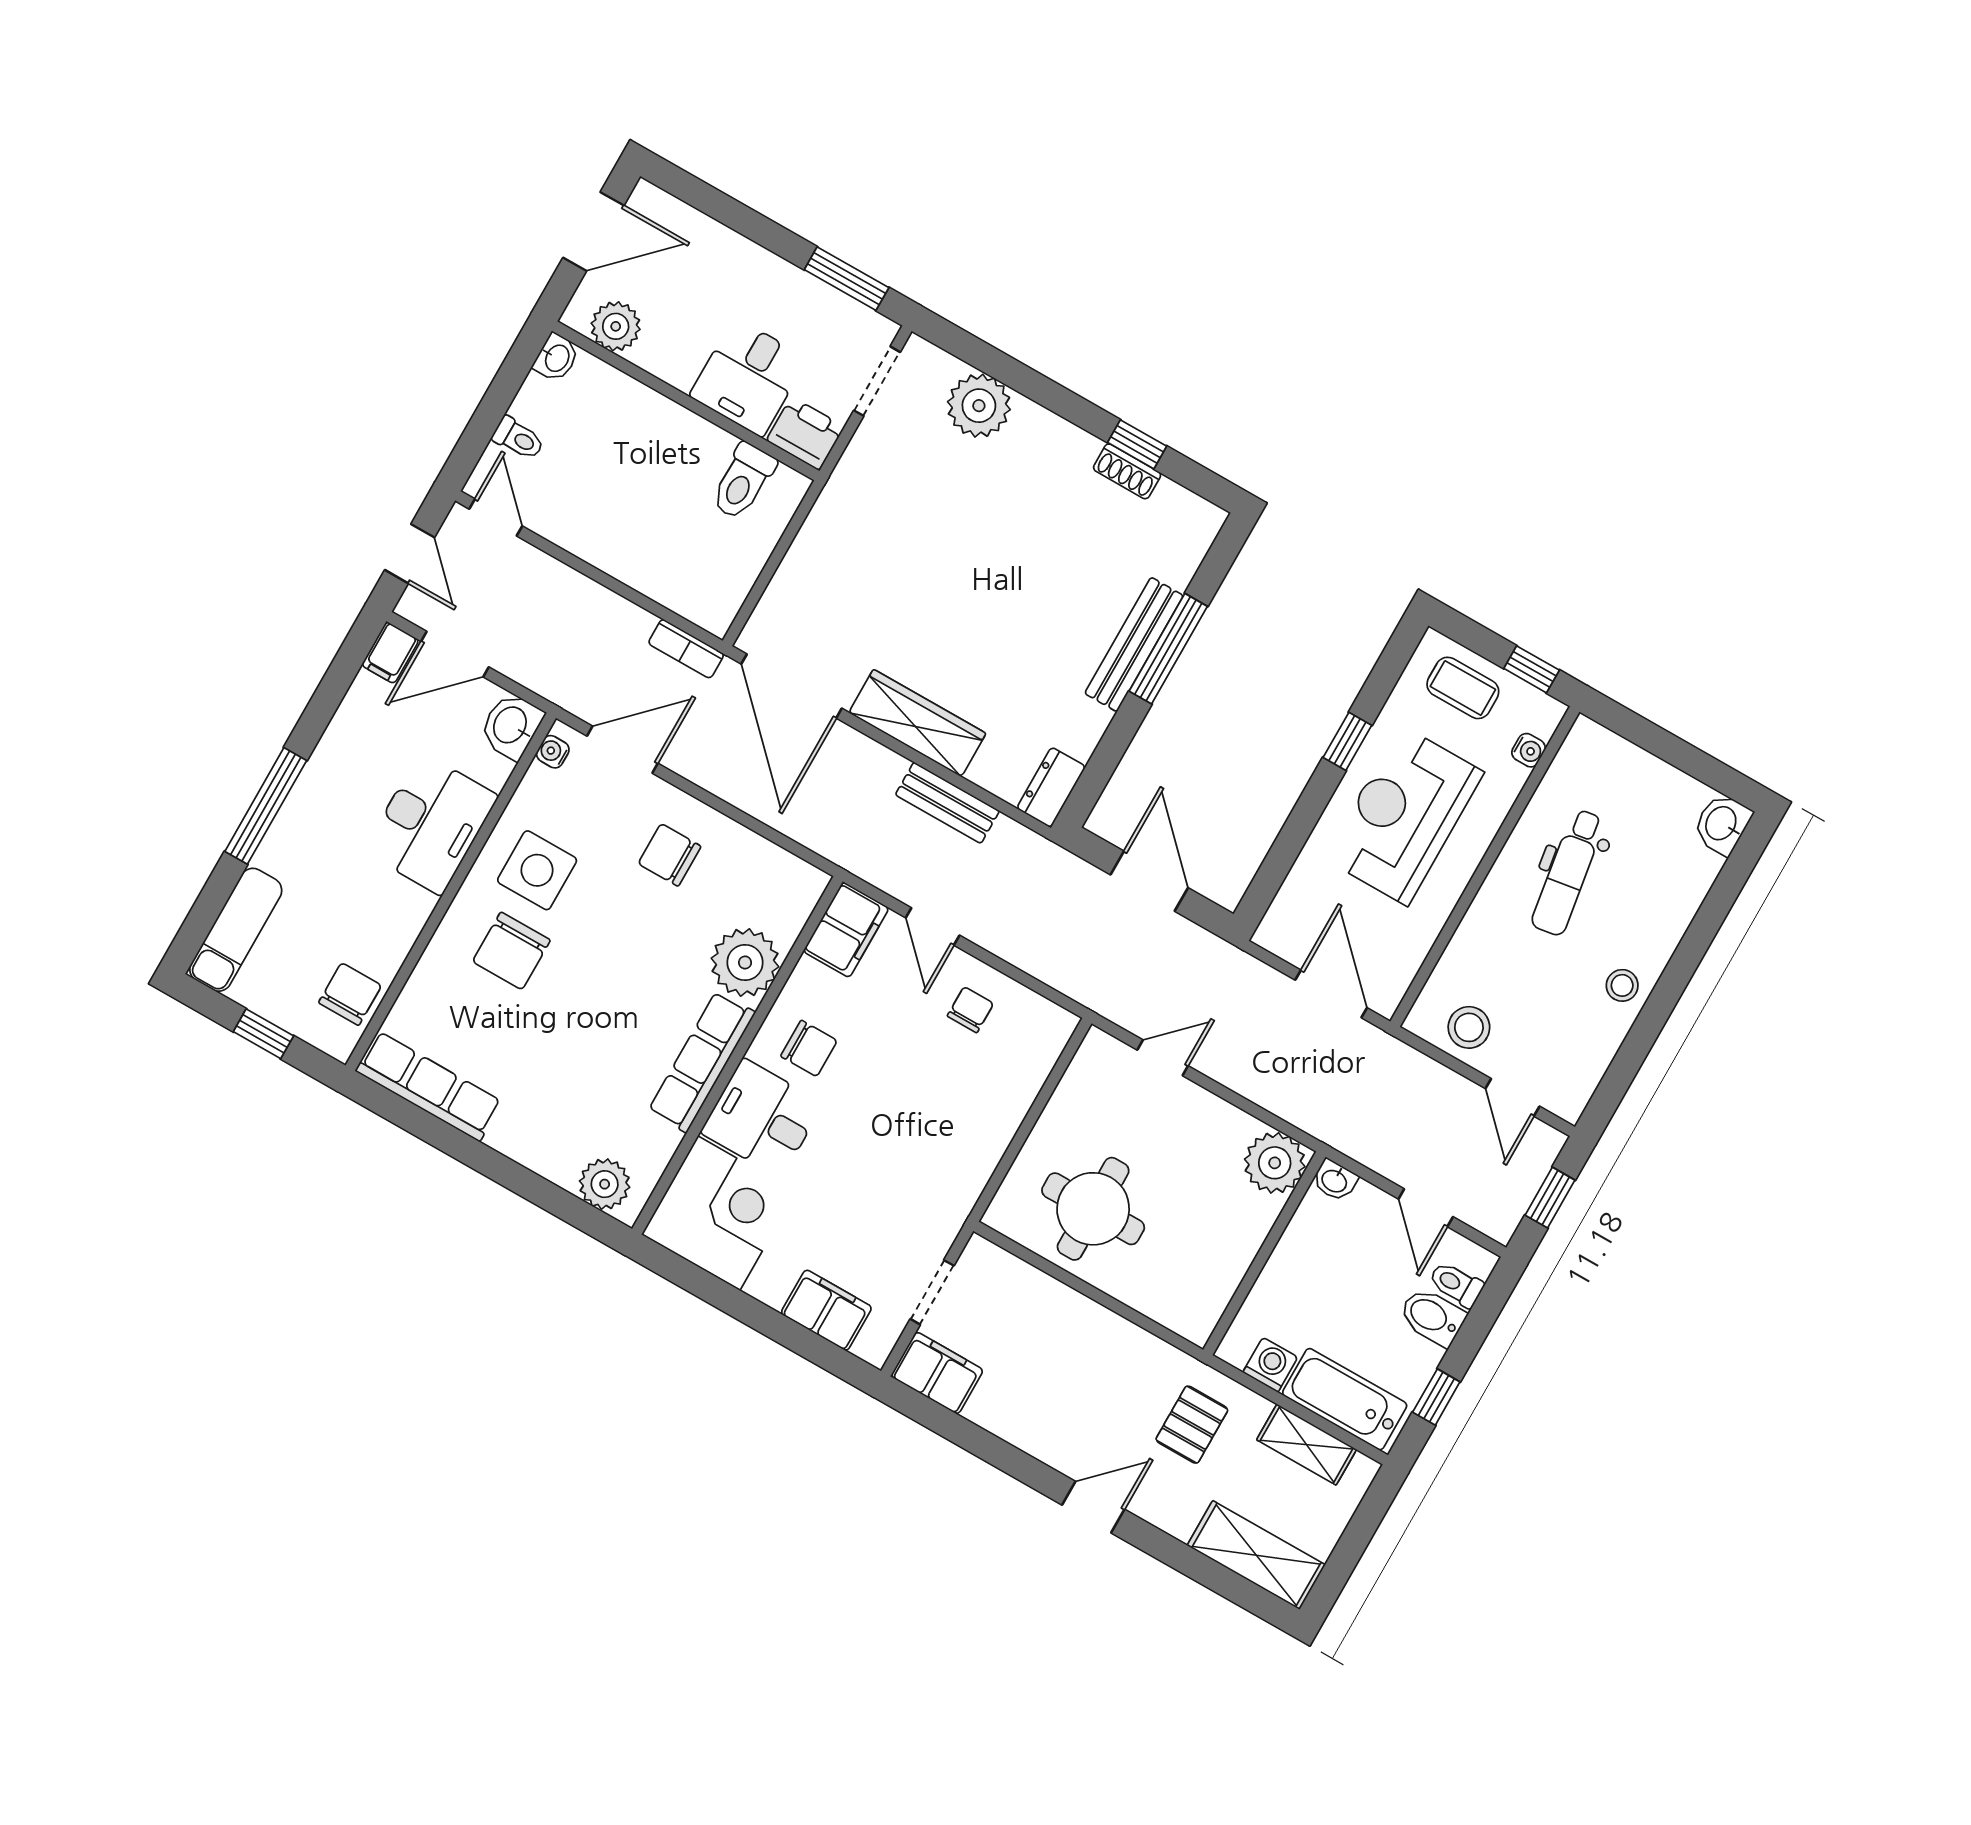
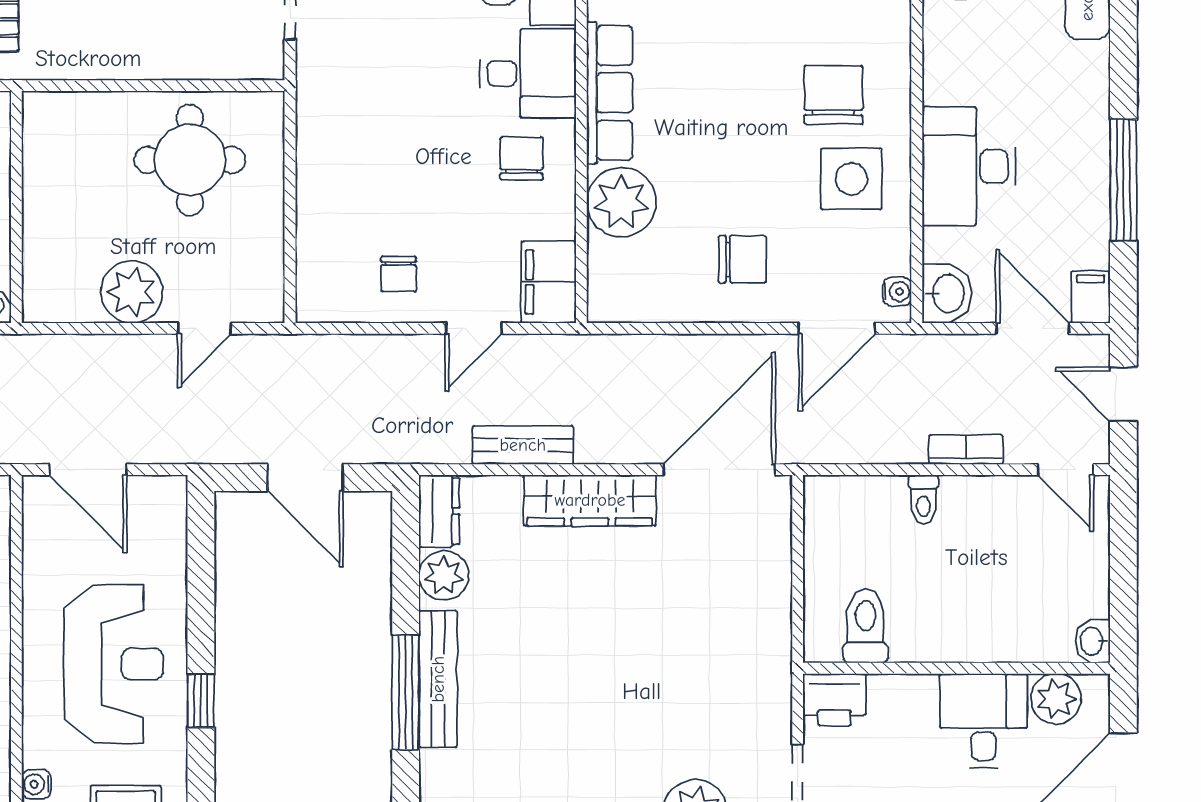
desk: (748, 377) -> (984, 721), moved
toilet: (518, 438) -> (923, 500), moved, turned -90
bookcase: (686, 649) -> (966, 450), moved
door: (455, 654) -> (1033, 328), hinge flipped
door: (792, 686) -> (719, 470), hinge flipped
plant: (1079, 730) -> (444, 575), added
window: (266, 806) -> (1123, 180), moved
door: (933, 927) -> (474, 328), swing flipped
chair: (809, 1048) -> (522, 159), turned 90
plant: (1275, 1163) -> (132, 292), moved

